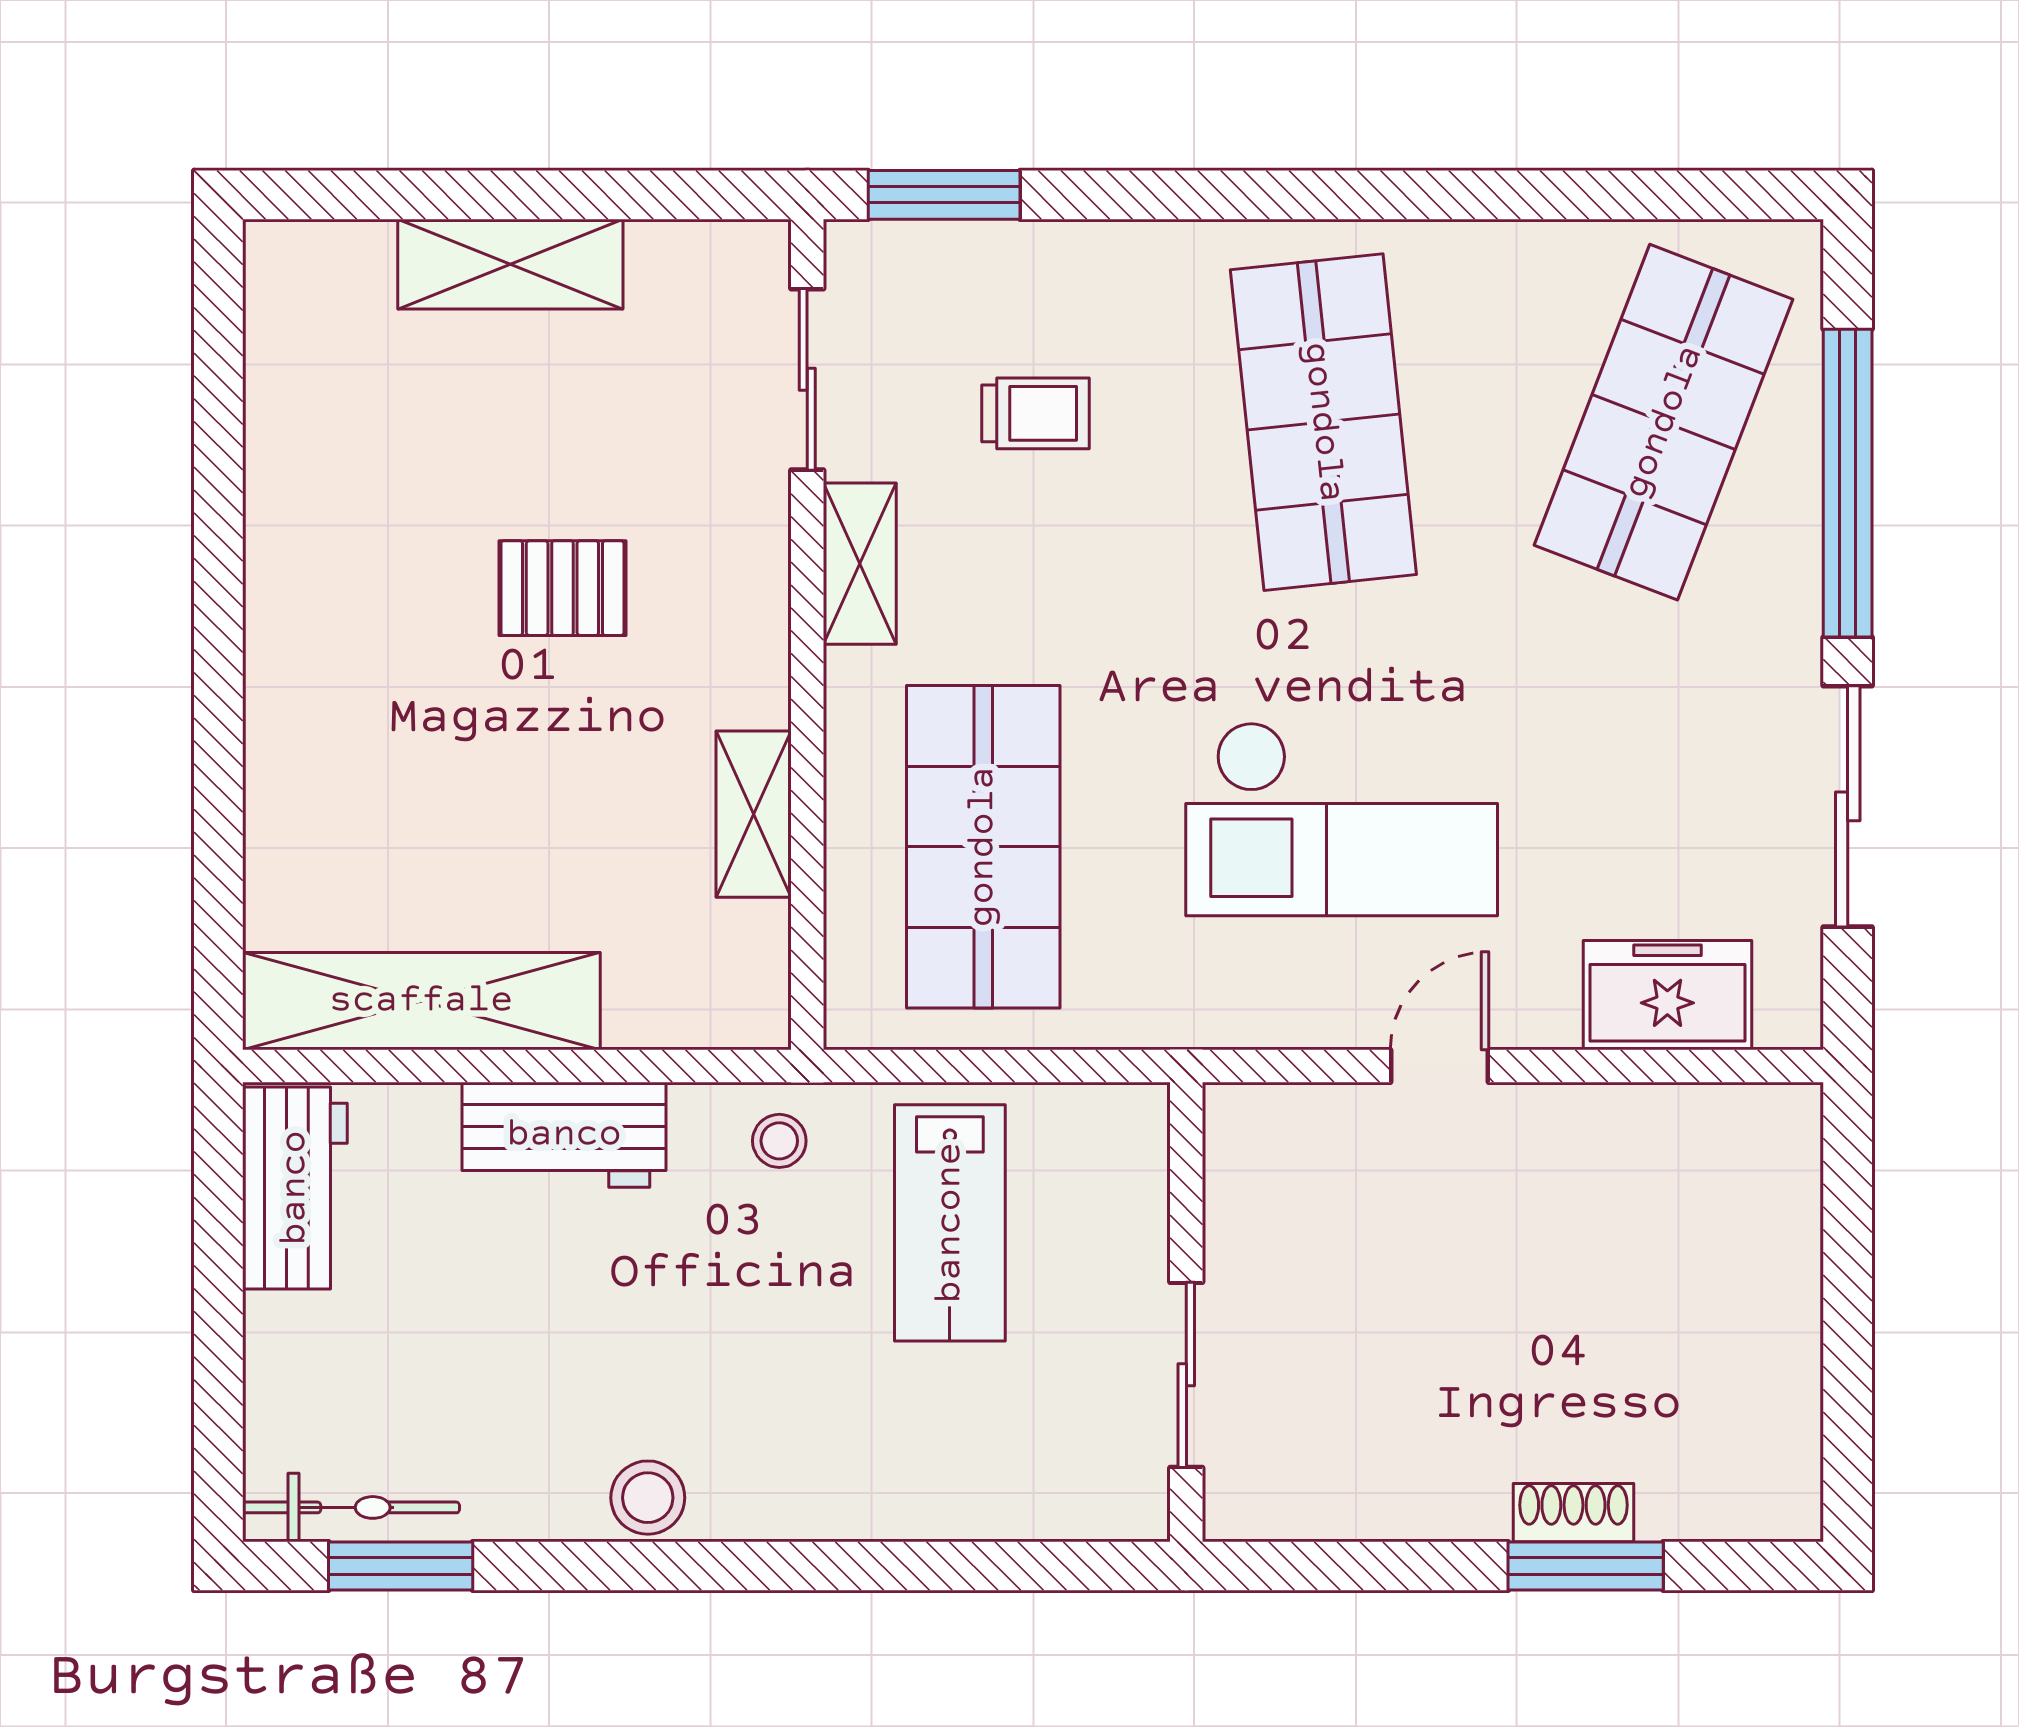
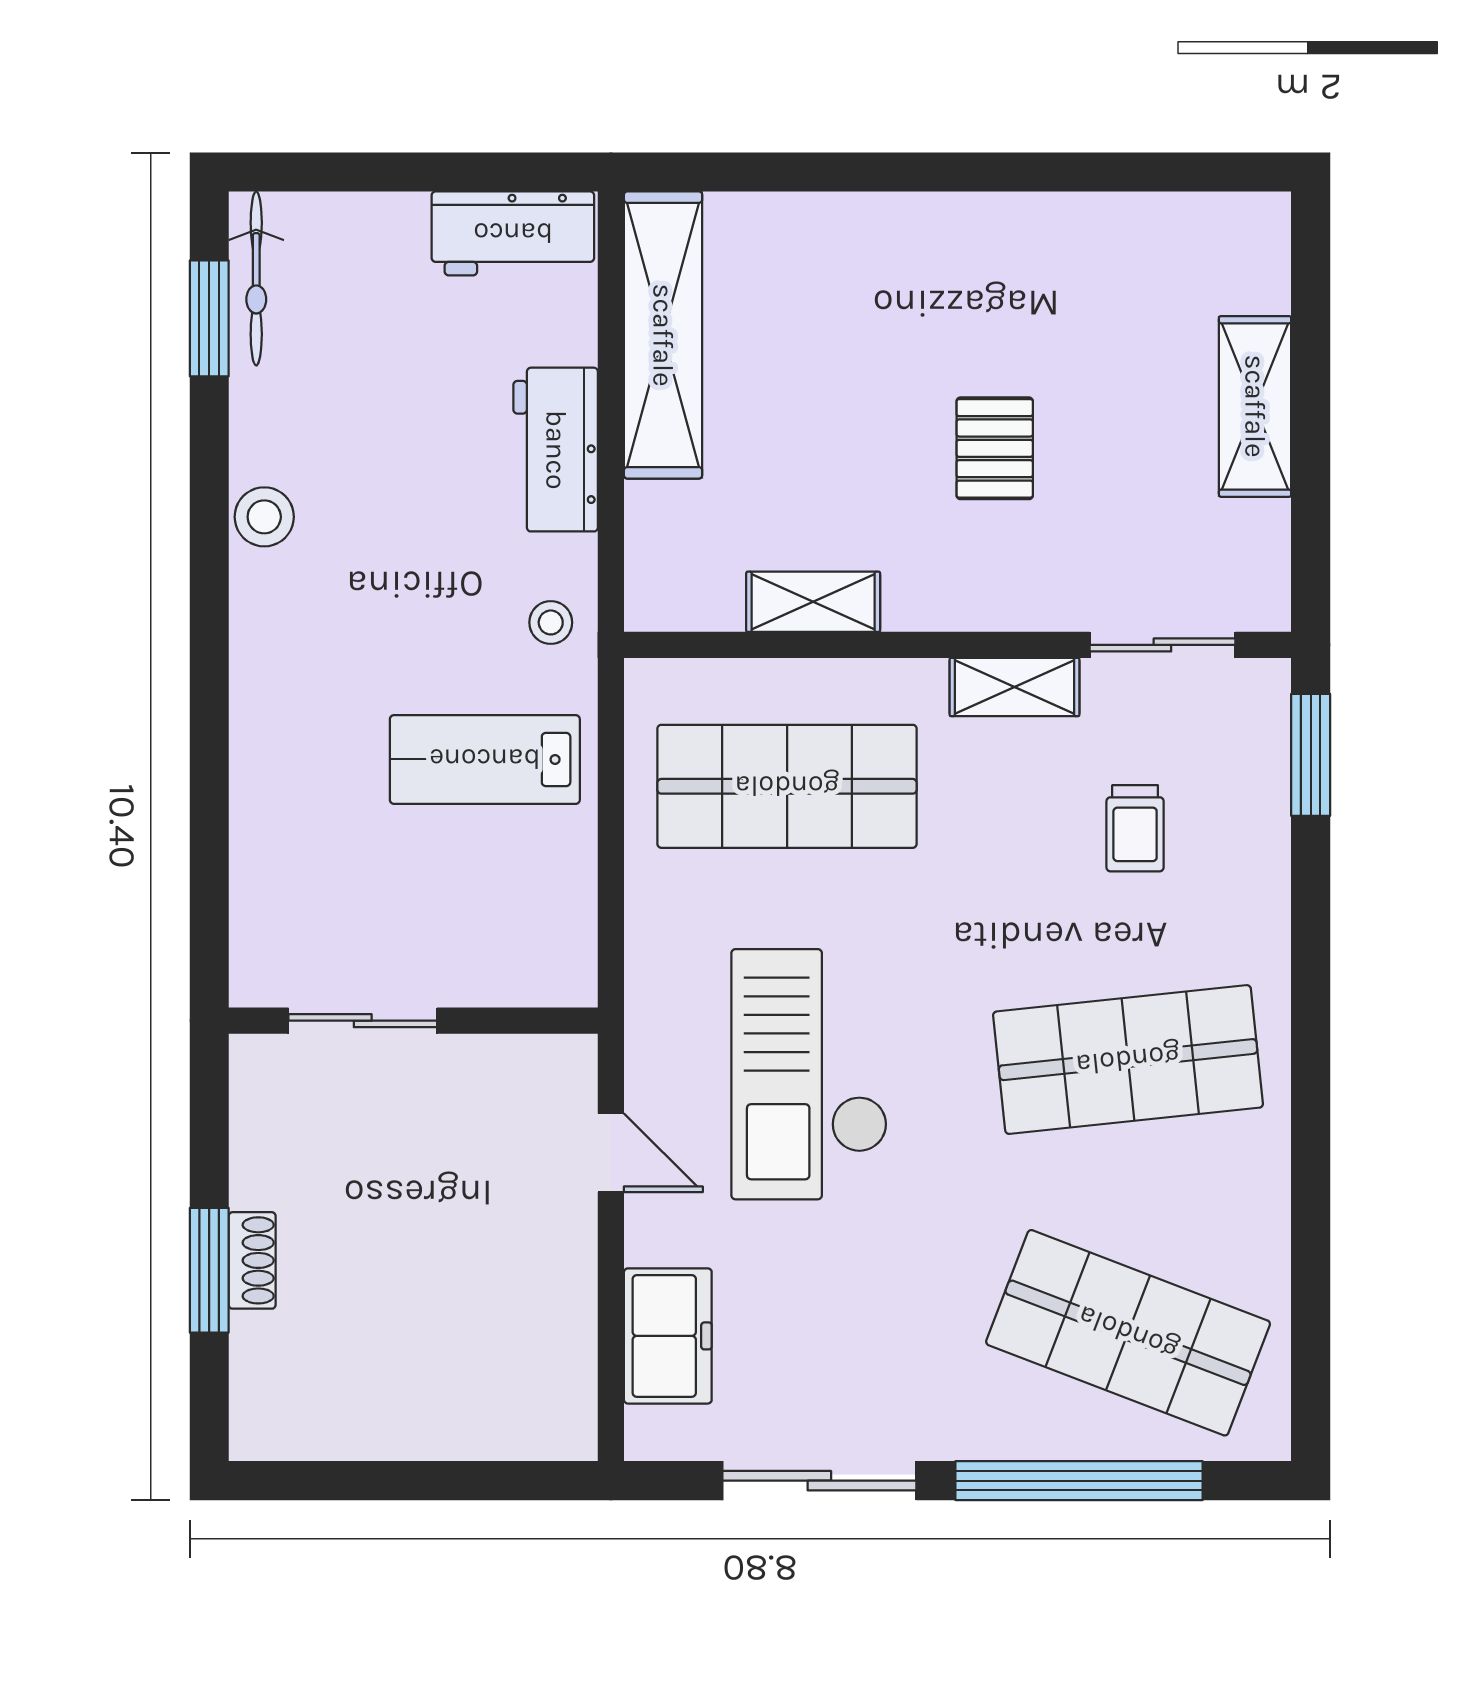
wall: (1186, 1312) -> (413, 1021), moved
sliding door: (1186, 1375) -> (363, 1021), moved

